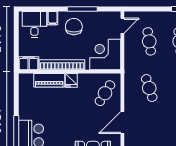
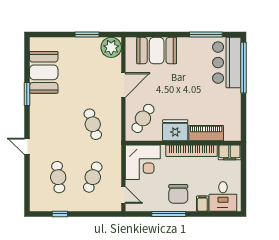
door: (122, 26) -> (123, 195), swing flipped
cafe table: (149, 41) -> (93, 177), turned 30
fridge: (71, 80) -> (175, 130), width x1.88, depth x1.34

